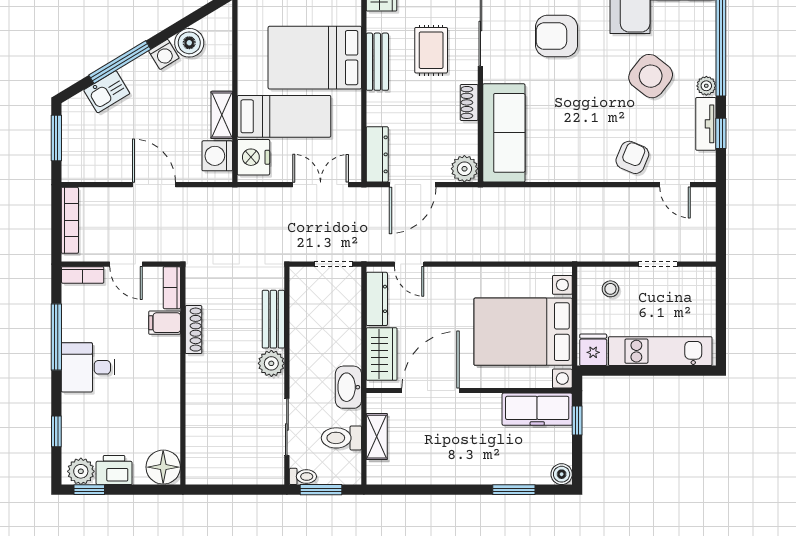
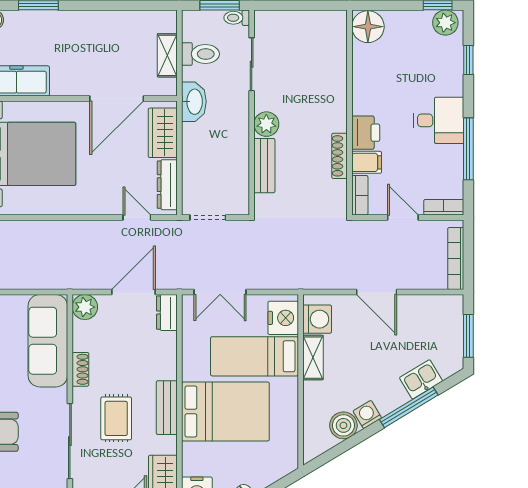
dresser: (377, 154) -> (167, 313), width x0.70
printer: (114, 470) -> (366, 133), moved, turned -90

